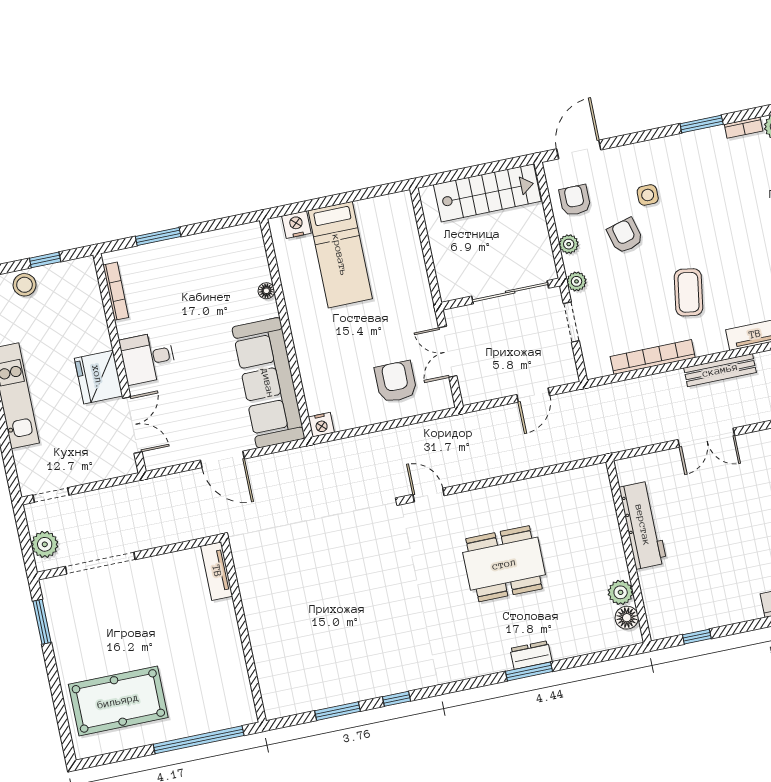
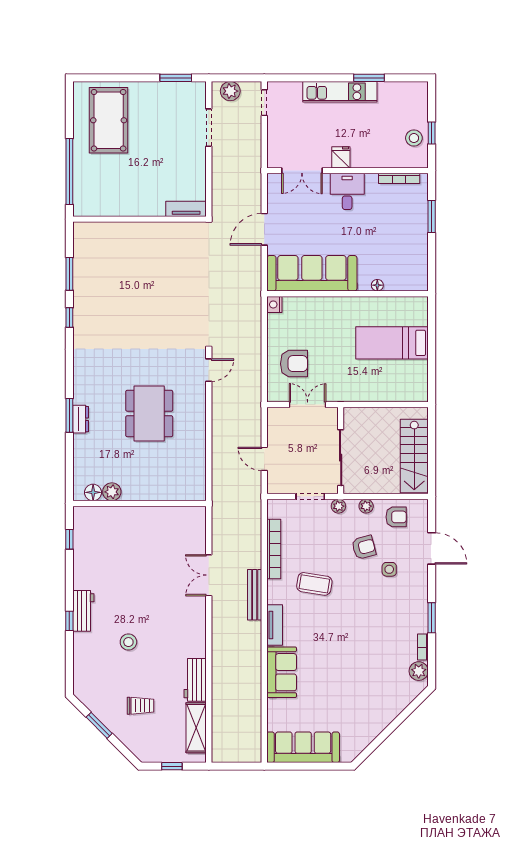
door: (579, 149) -> (432, 548), moved
nightstand: (296, 225) -> (420, 316), removed
stool: (25, 285) -> (414, 138), moved
fridge: (98, 377) -> (341, 157), width x0.53, depth x0.75
workbench: (643, 525) -> (156, 518), removed
doorway: (100, 563) -> (209, 128), width x0.73

